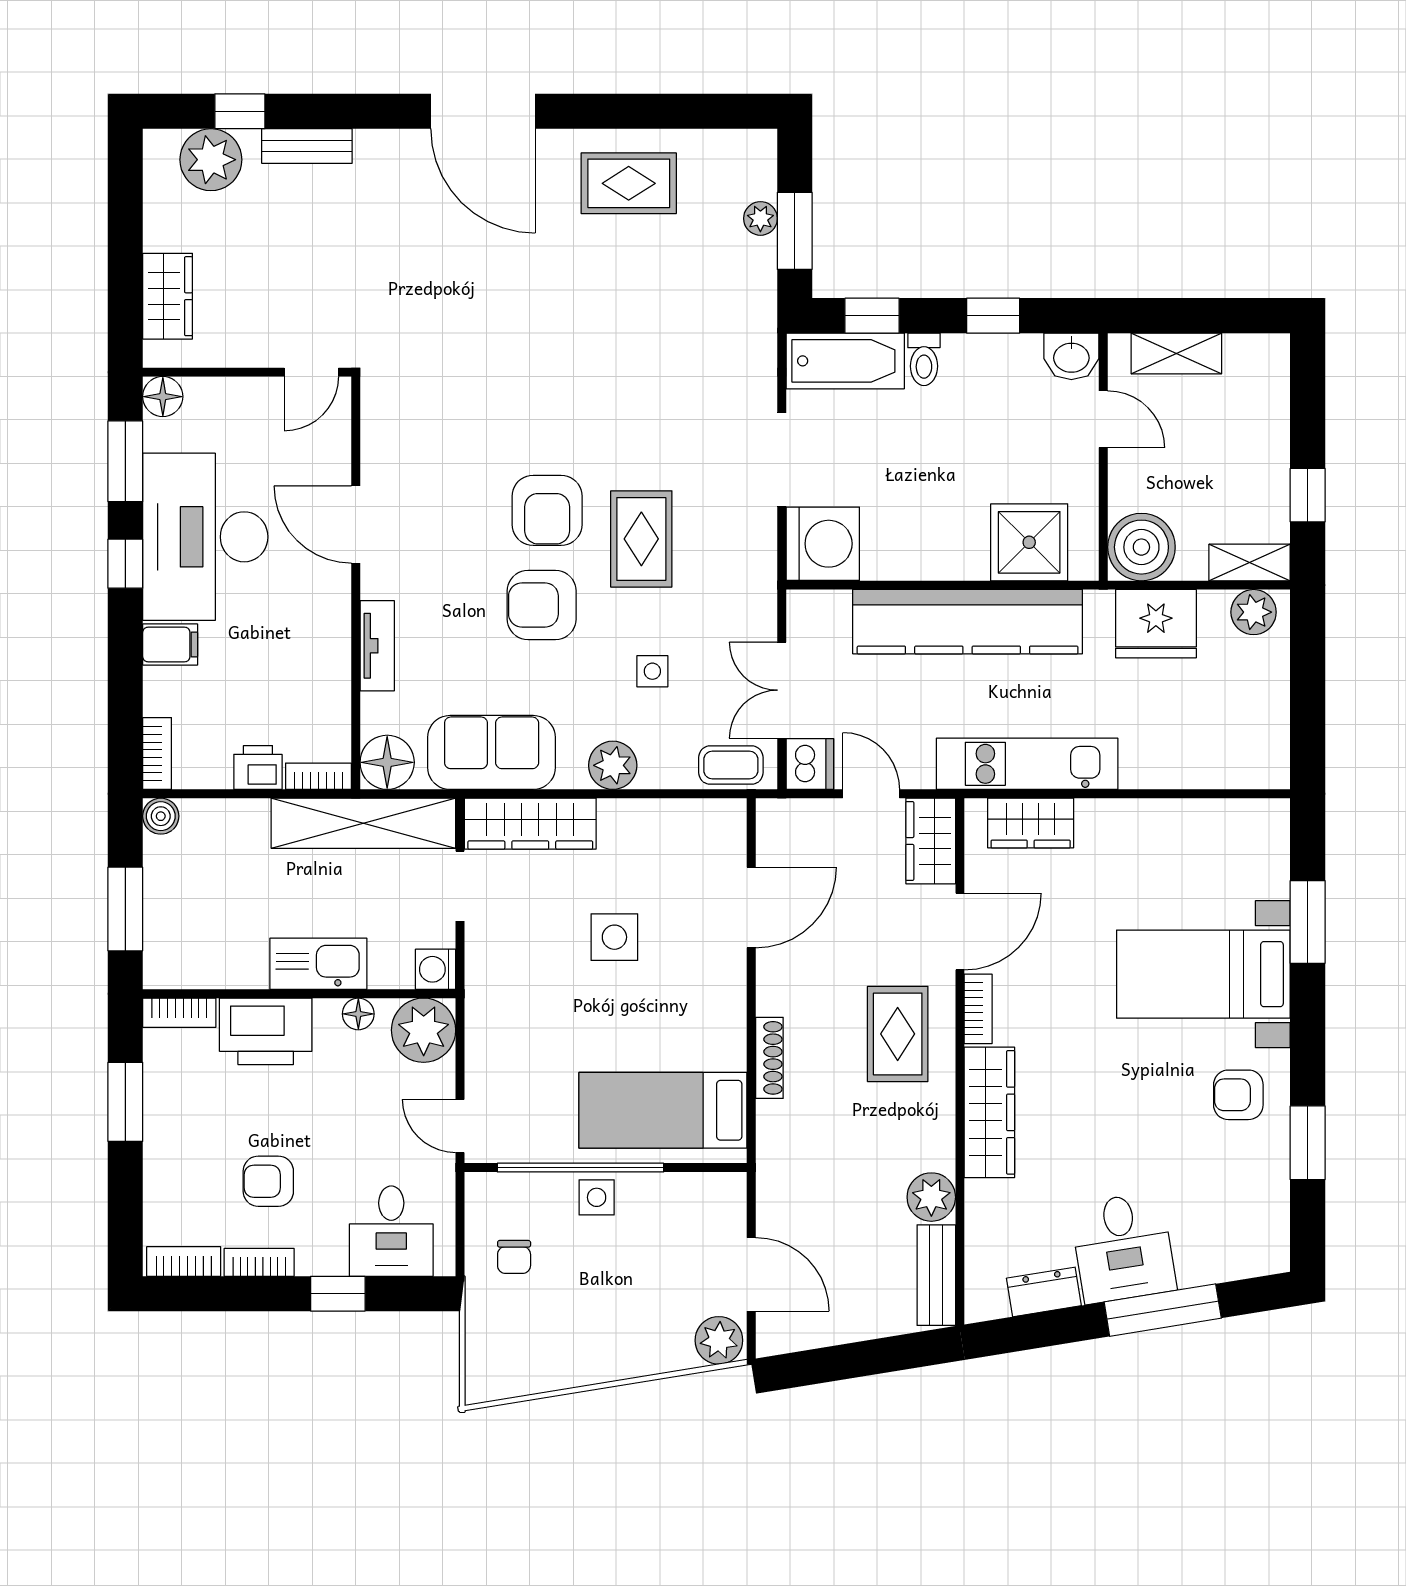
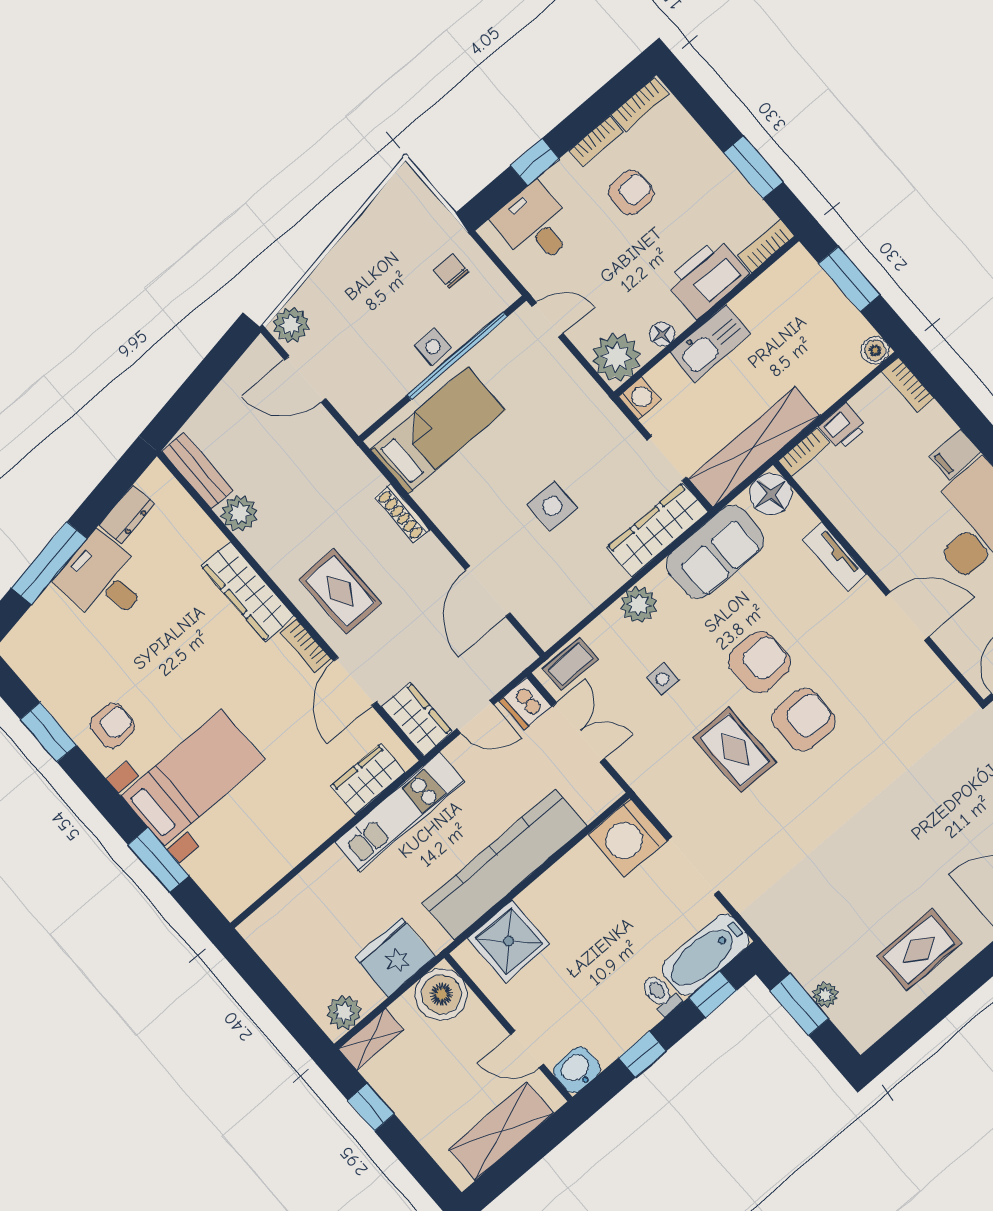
shelving: (1176, 353) -> (501, 1131), width x1.50, depth x1.33
armchair: (547, 510) -> (804, 720), turned 90

